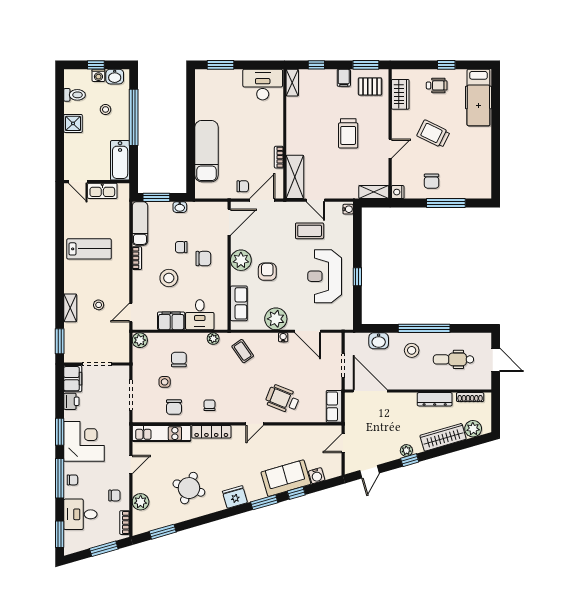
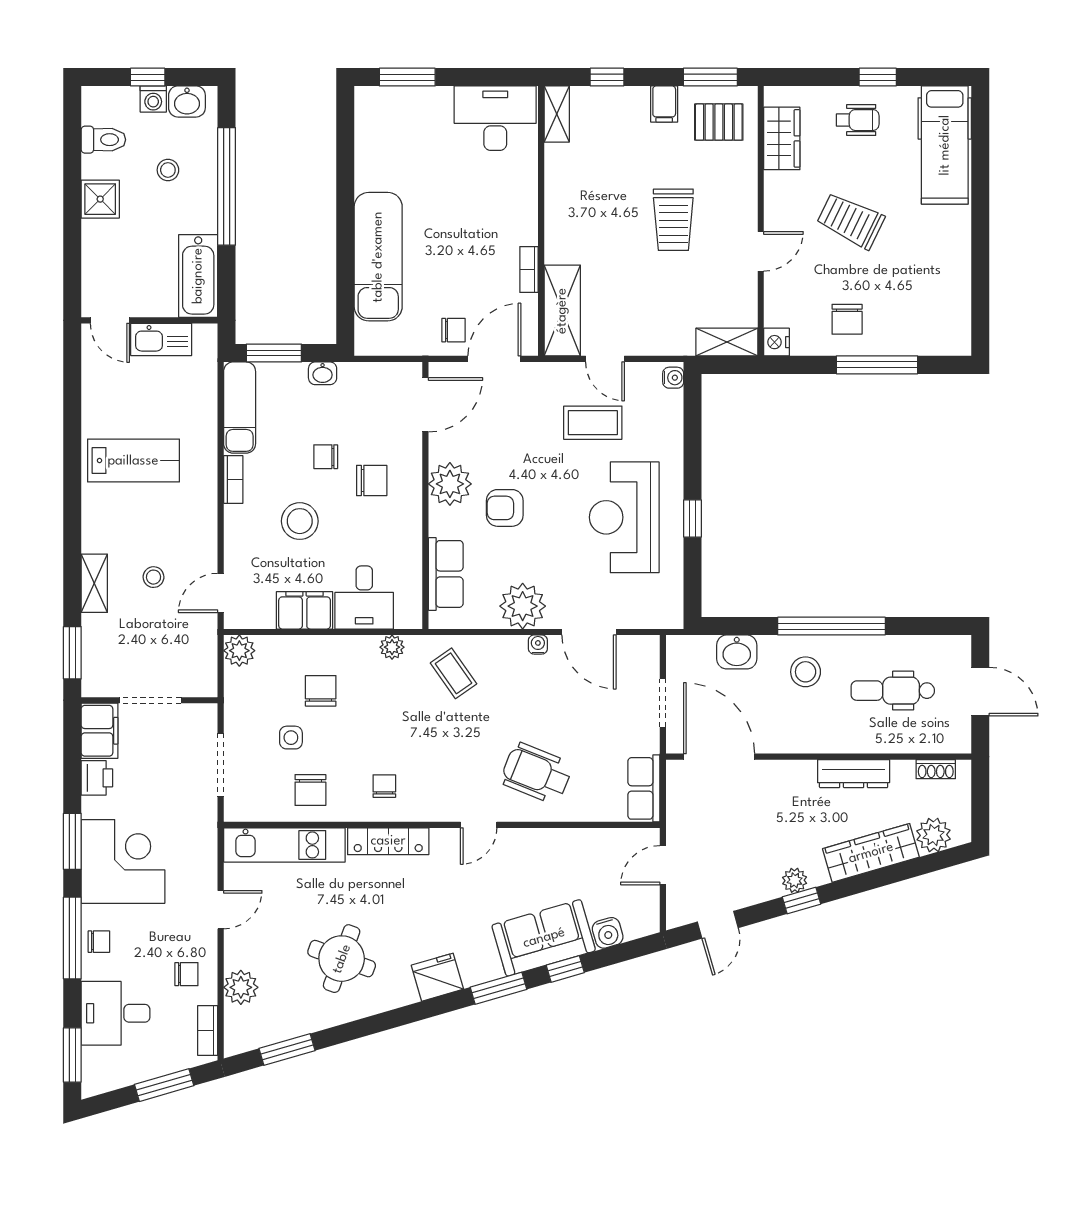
armchair: (267, 272) -> (505, 508), turned -90
shoe rack: (470, 397) -> (936, 769), width x0.70

